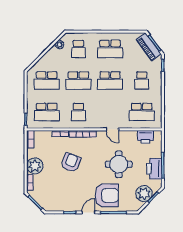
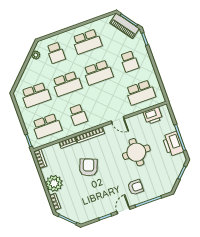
plant: (144, 193) -> (172, 172), removed
armchair: (107, 195) -> (136, 187), width x0.53, depth x0.53

